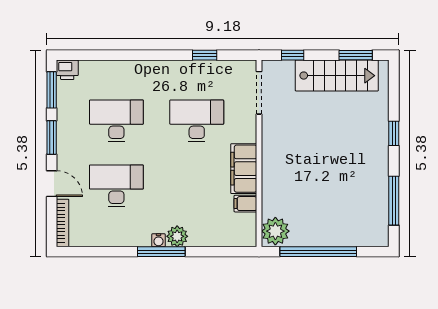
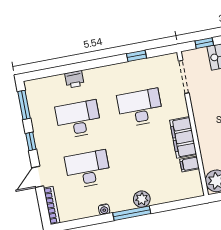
printer: (67, 70) -> (74, 79), moved
window: (52, 137) -> (31, 141), width x0.67
door: (52, 184) -> (38, 177), swing flipped
water cooler: (159, 240) -> (104, 209), moved

